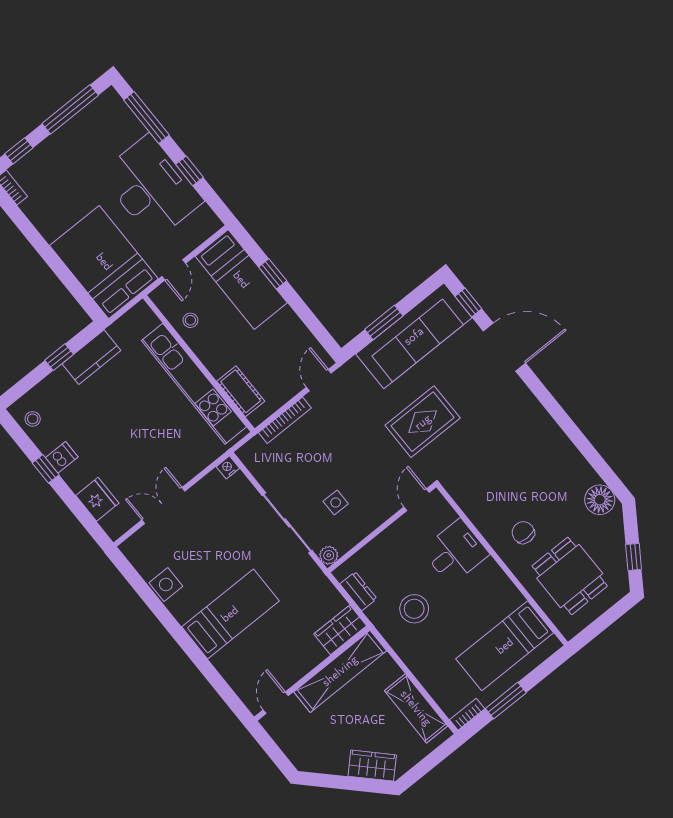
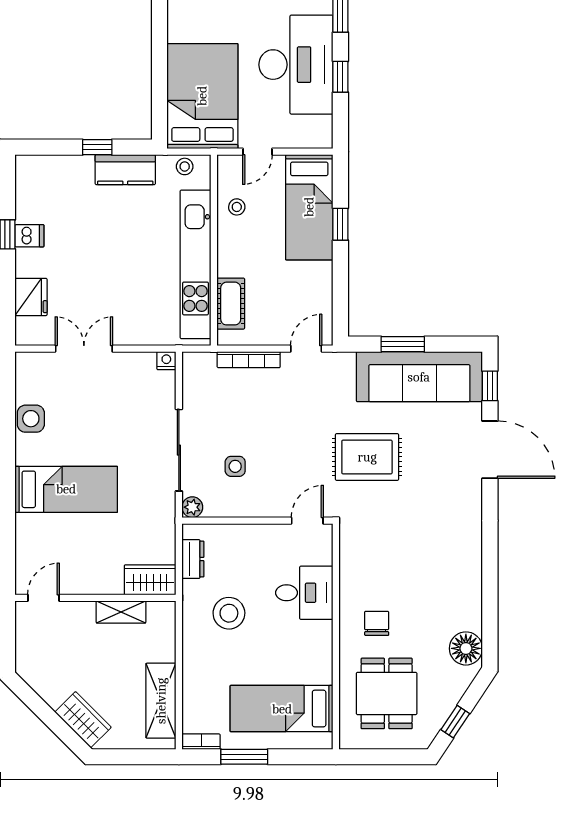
stool: (33, 419) -> (185, 166), moved
shelving: (340, 671) -> (121, 612), width x0.45, depth x0.75

